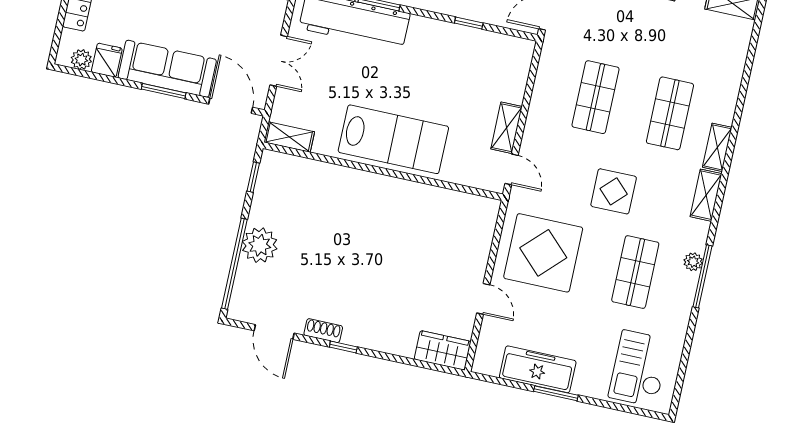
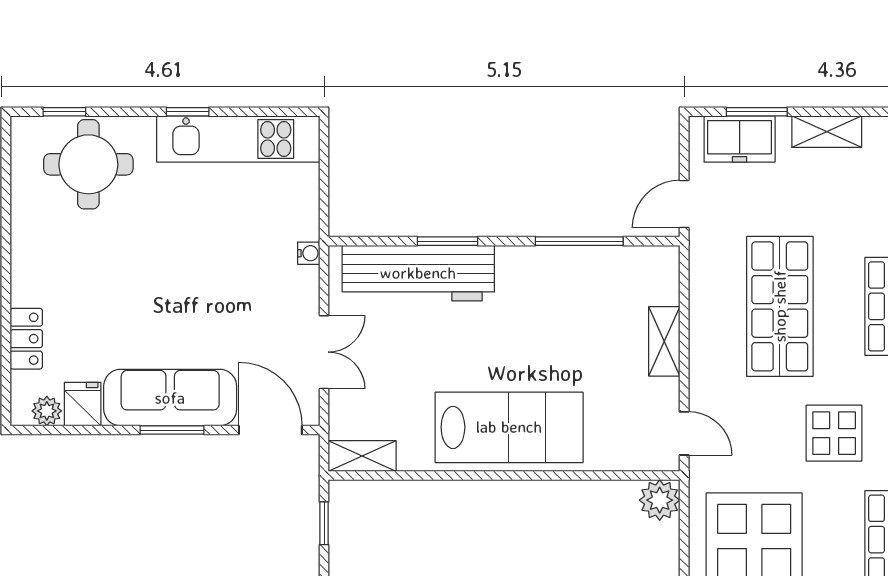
window: (469, 23) -> (579, 241), width x2.17
shop shelf: (595, 97) -> (780, 306), width x1.43, depth x1.36
shelving: (507, 128) -> (664, 341), moved
plant: (485, 211) -> (660, 500), added

